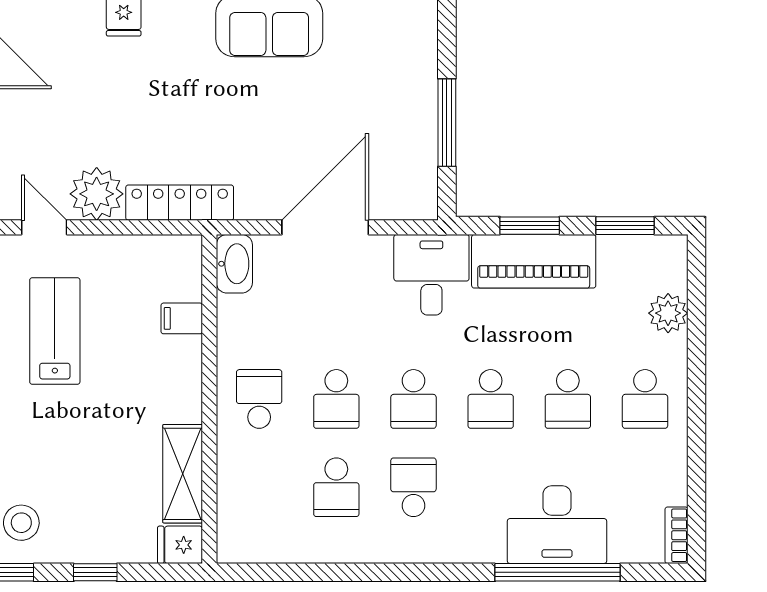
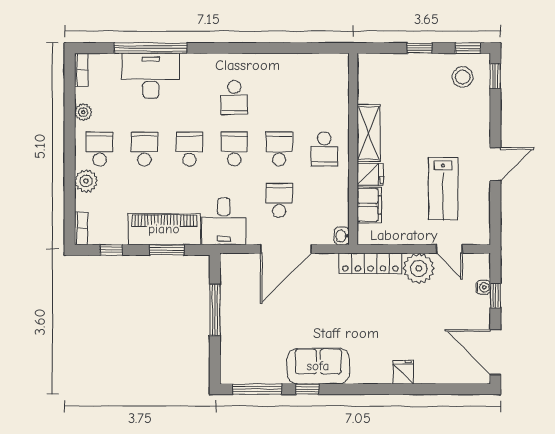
window: (625, 226) -> (111, 250), width x0.67
bookcase: (677, 262) -> (81, 228), added
washbasin: (234, 264) -> (342, 236), width x0.52, depth x0.69
plant: (668, 313) -> (86, 181), moved
filing cabinet: (182, 318) -> (369, 205), width x2.00
plant: (673, 462) -> (83, 112), added
shelving: (183, 474) -> (369, 133), moved
school desk: (336, 487) -> (279, 200), moved
fridge: (180, 545) -> (370, 174), moved

